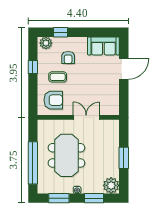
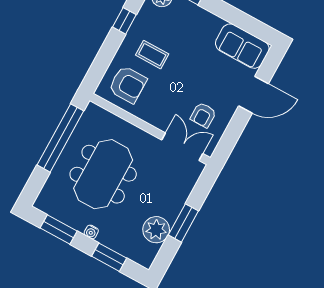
armchair: (68, 57) -> (203, 115), moved
double door: (86, 117) -> (182, 147), moved
window: (33, 163) -> (60, 138), moved
plant: (111, 185) -> (156, 230), moved

